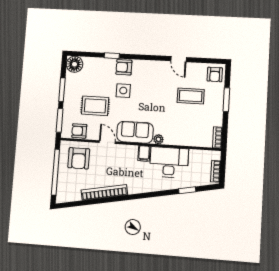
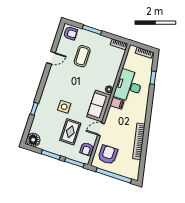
armchair: (124, 67) -> (46, 102), removed
armchair: (79, 158) -> (108, 155), turned -90

